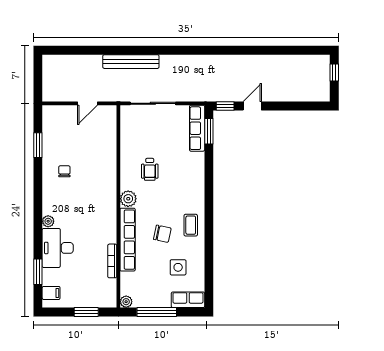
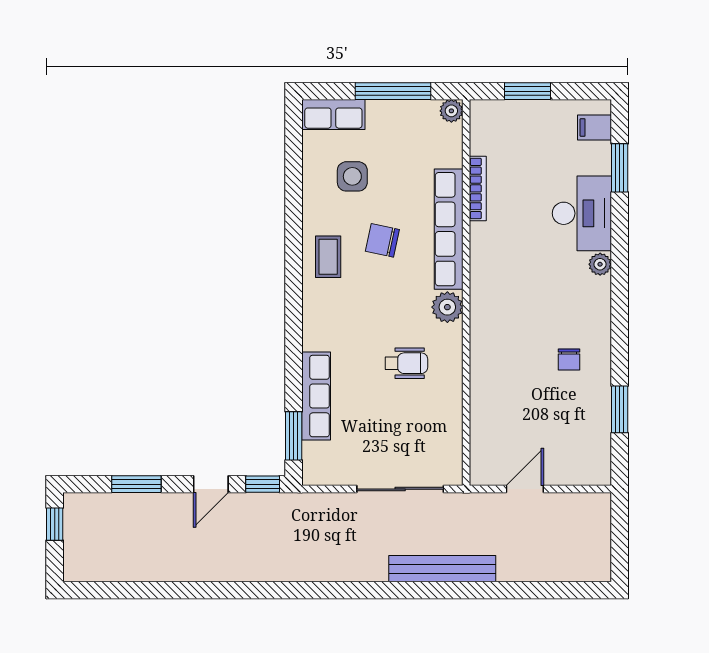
window: (334, 73) -> (55, 524), moved
window: (291, 106) -> (136, 484), added
row of seats: (197, 128) -> (316, 396), moved
wheelchair: (150, 169) -> (406, 363), turned 90

